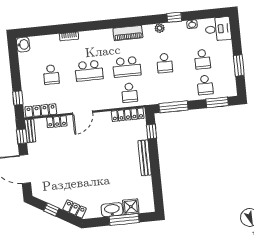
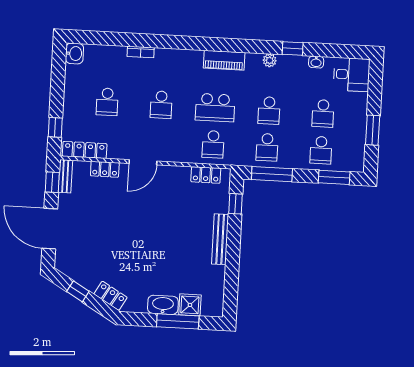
school desk: (89, 71) -> (161, 105), width x0.54
school desk: (167, 89) -> (267, 147), added
locker: (128, 115) -> (206, 175), width x0.66

